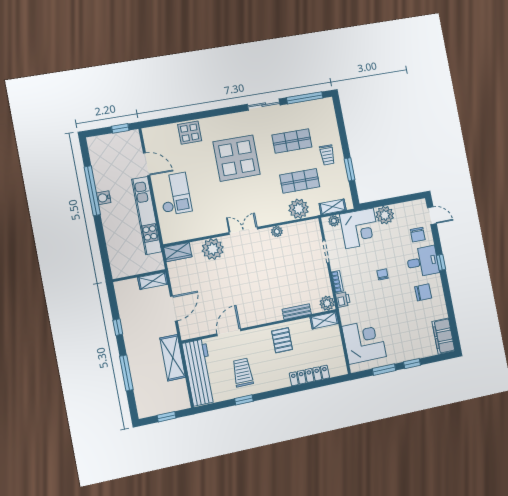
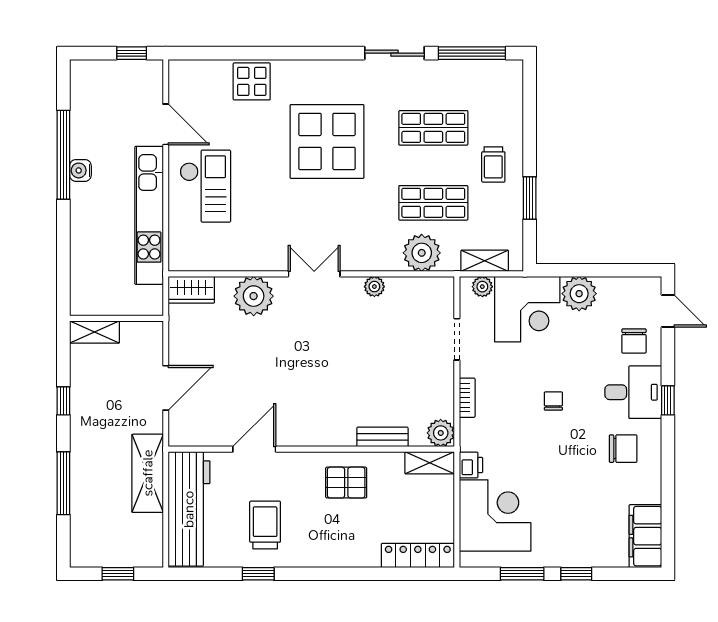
shelving: (153, 281) -> (94, 332), moved
printer: (343, 300) -> (471, 465), moved
pallet: (282, 340) -> (346, 483), turned 90
locker: (309, 375) -> (418, 555), moved

